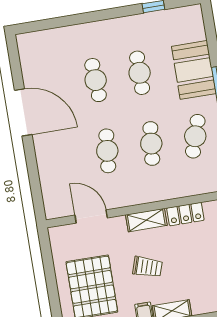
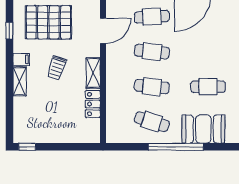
cafe table: (96, 80) -> (152, 17), moved

